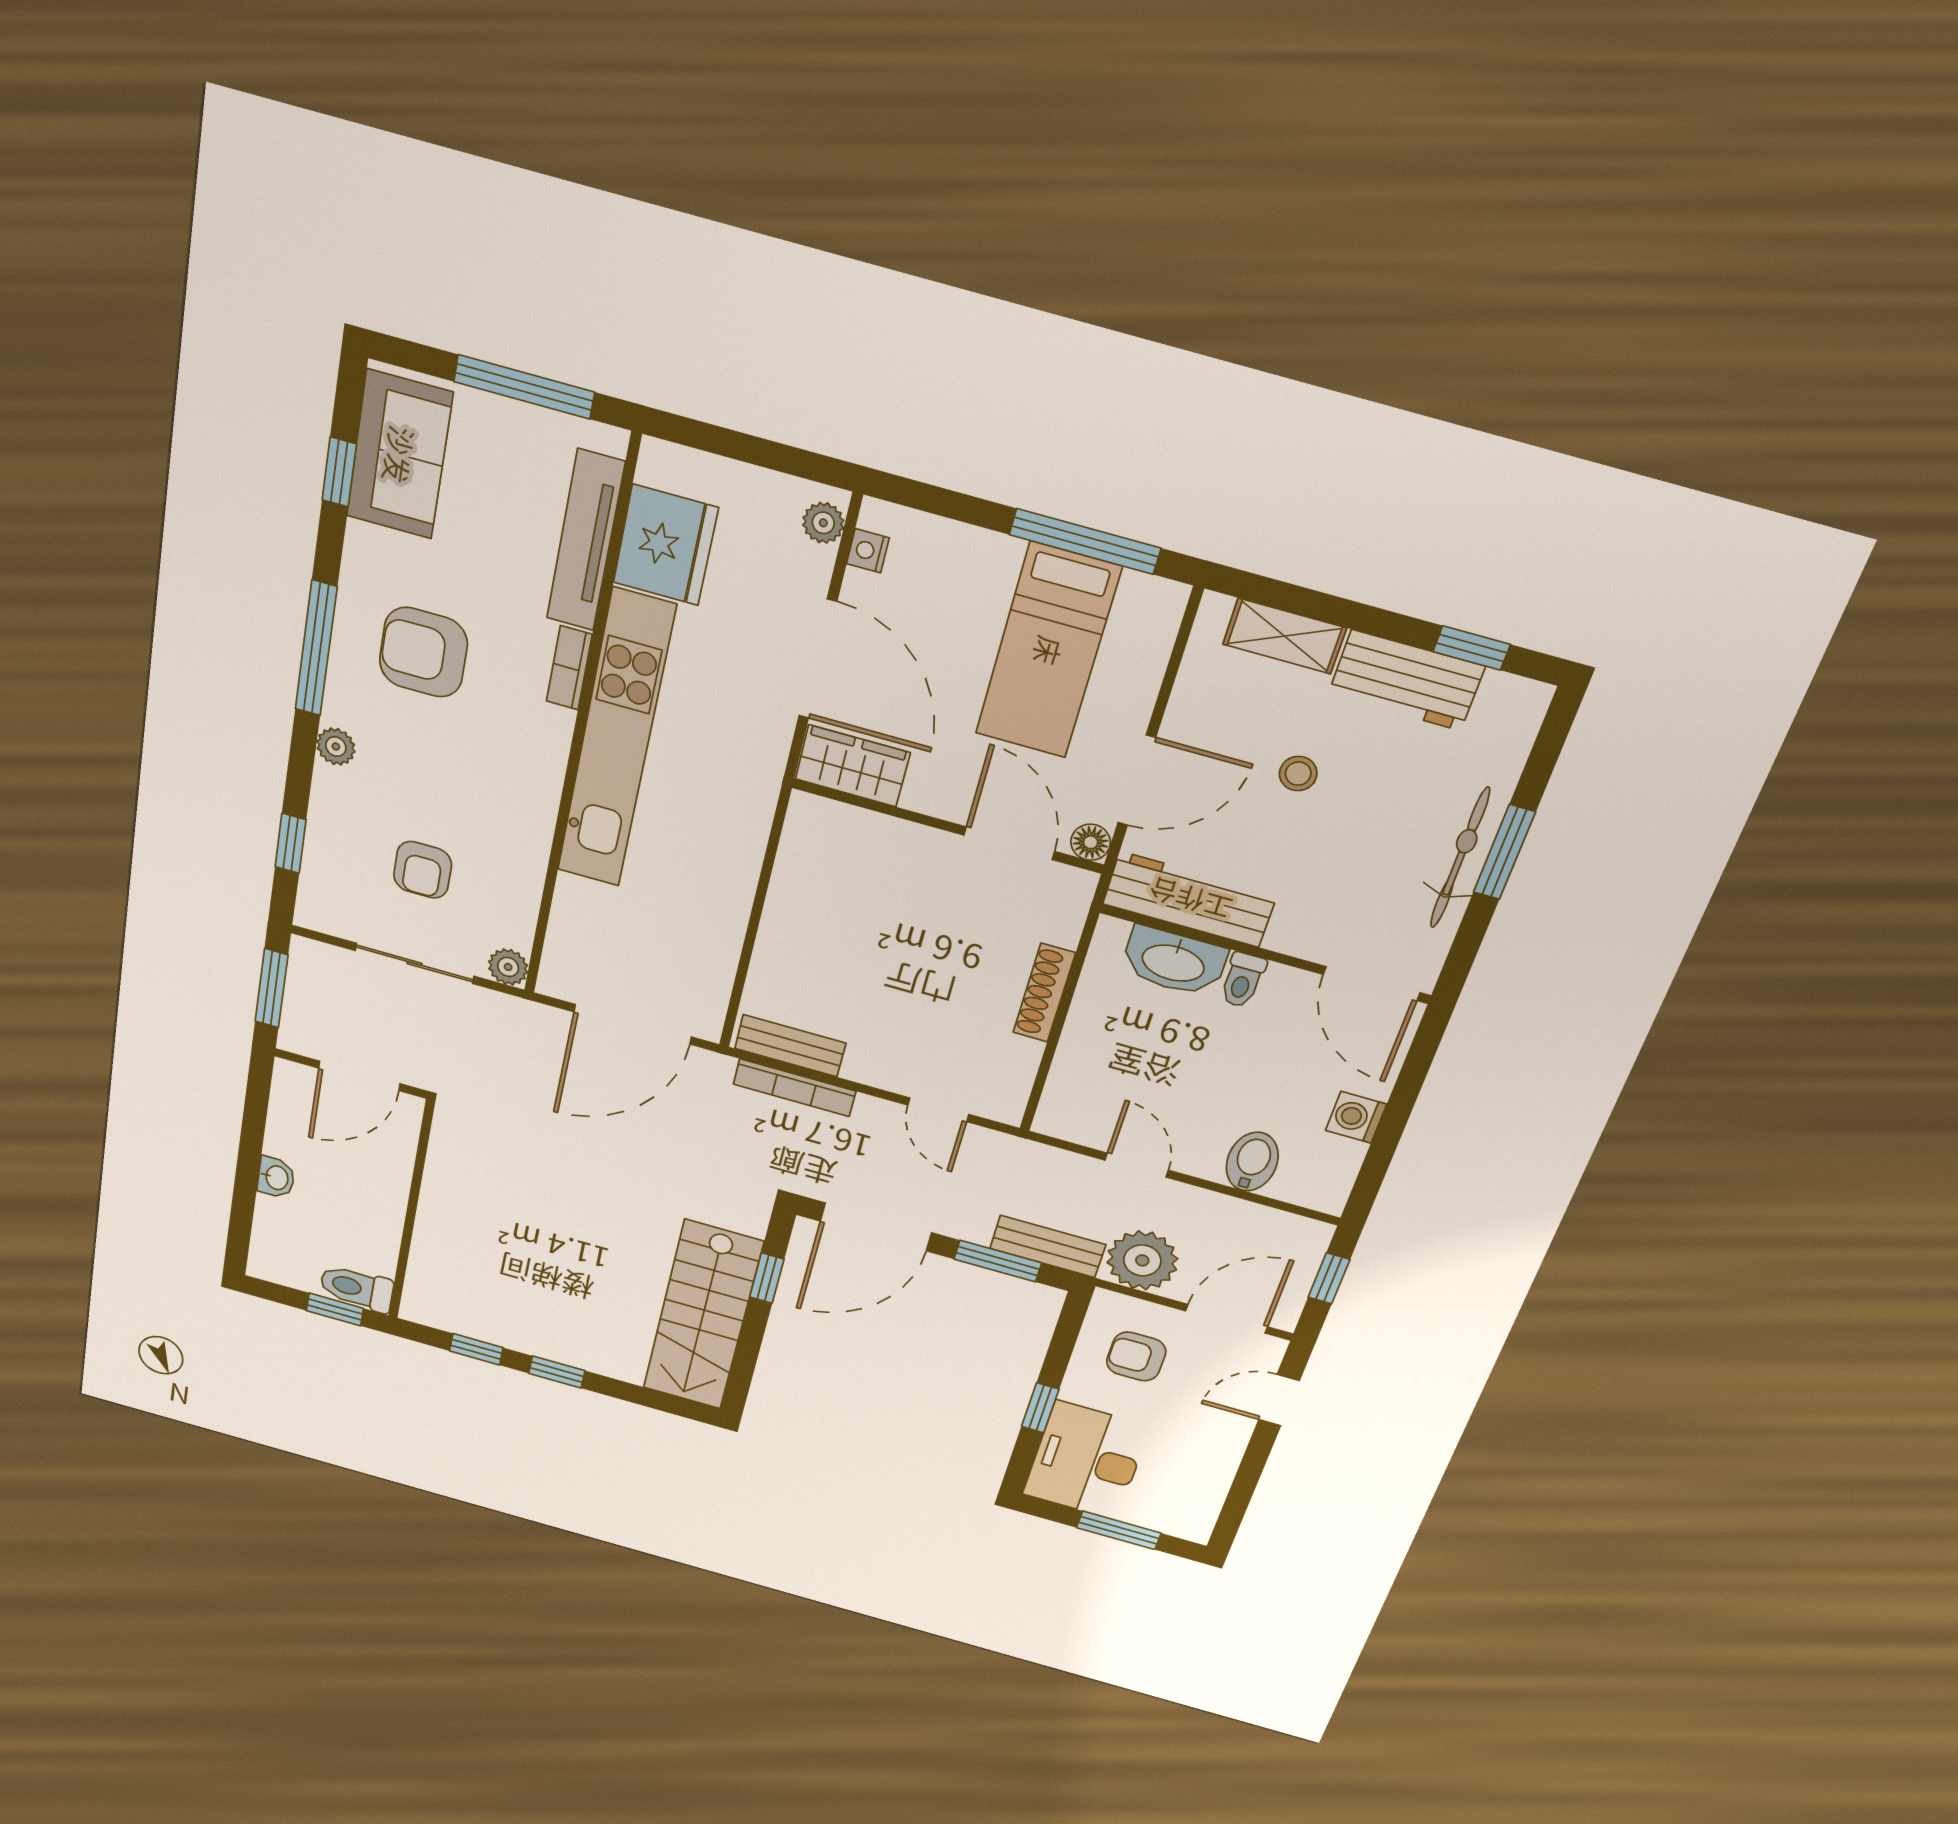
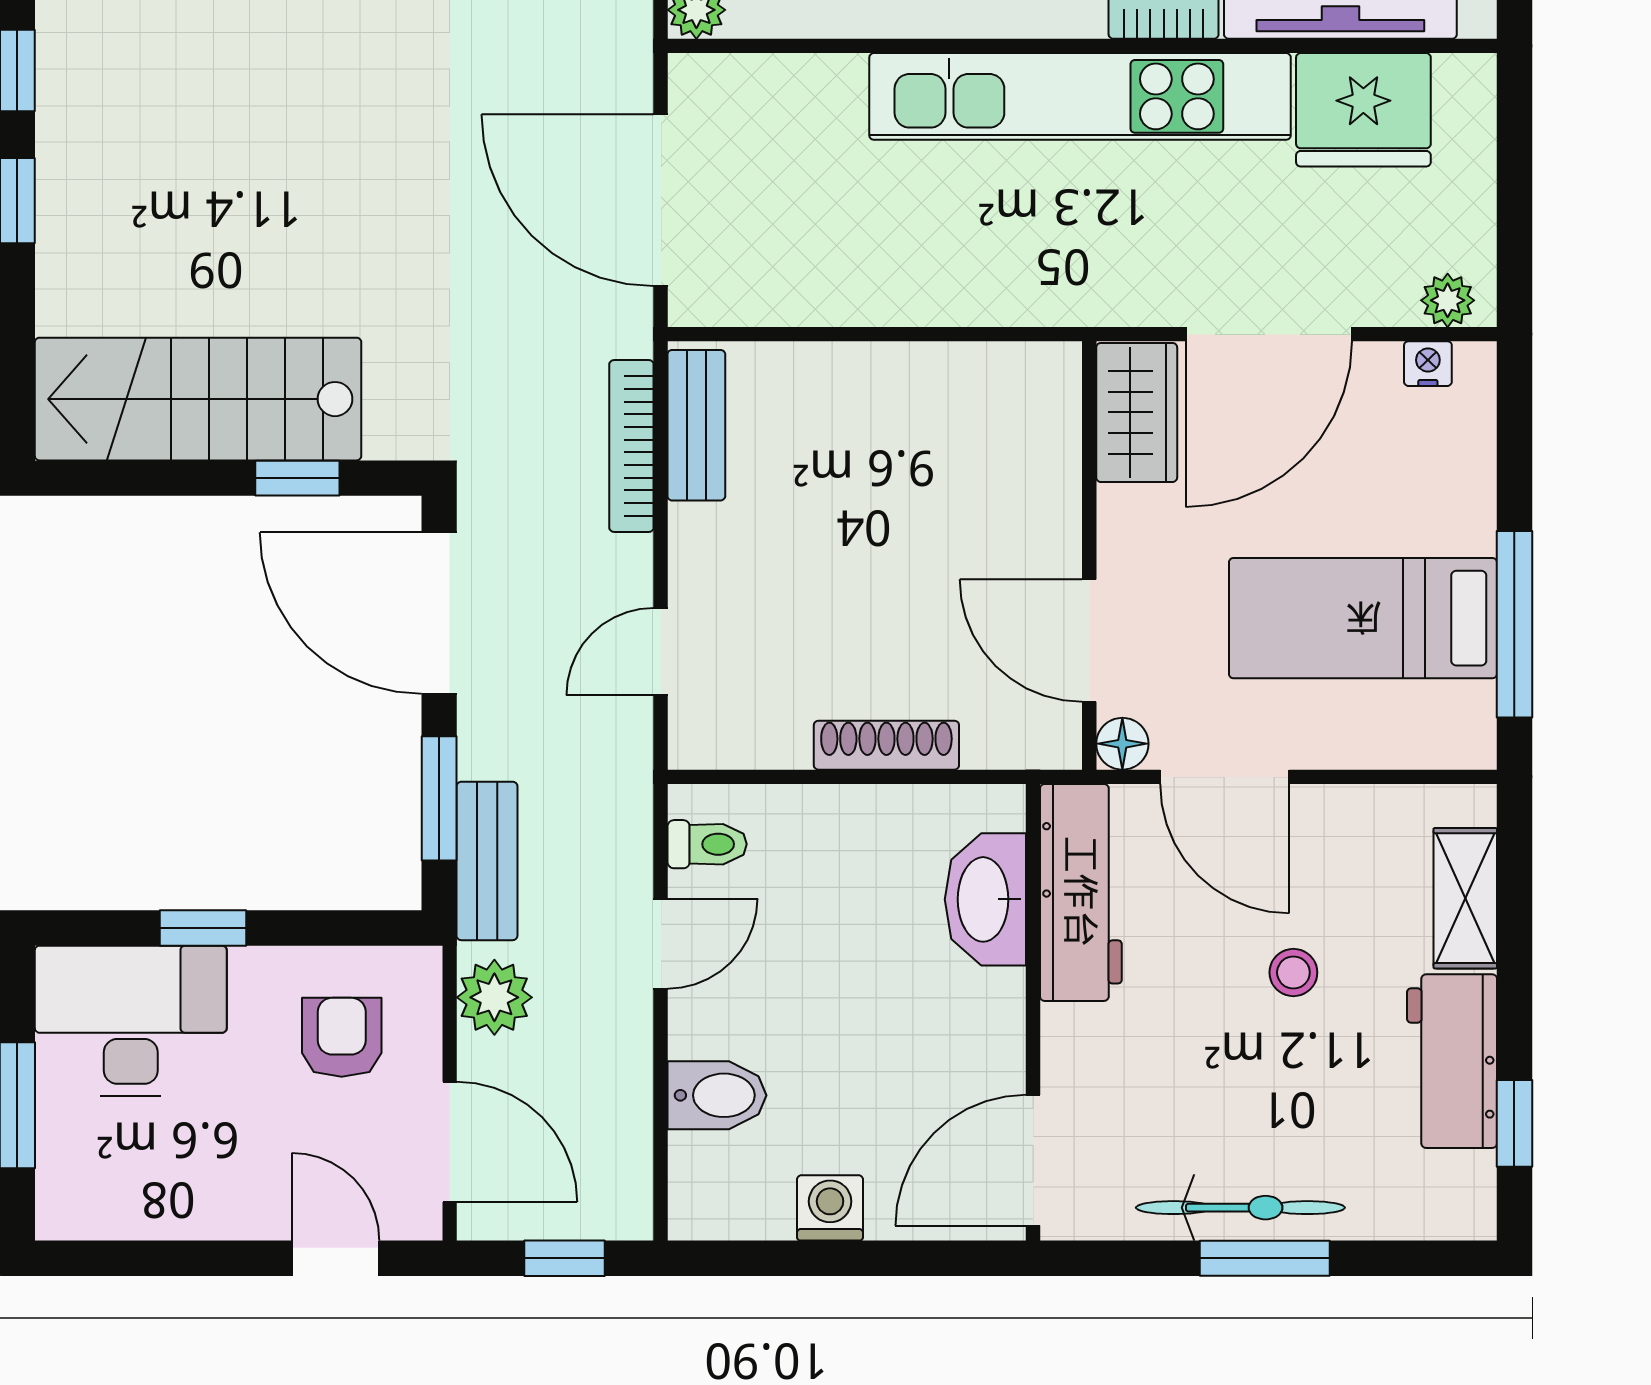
door: (1009, 843) -> (1089, 641), swing flipped
toilet: (1243, 980) -> (707, 844), moved, turned 180
plant: (1142, 1260) -> (494, 997), width x0.73, depth x0.73

